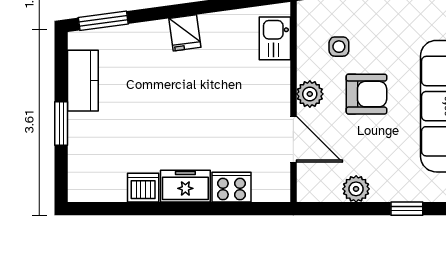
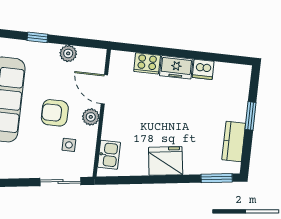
fridge: (185, 33) -> (166, 161), width x1.88, depth x1.34

